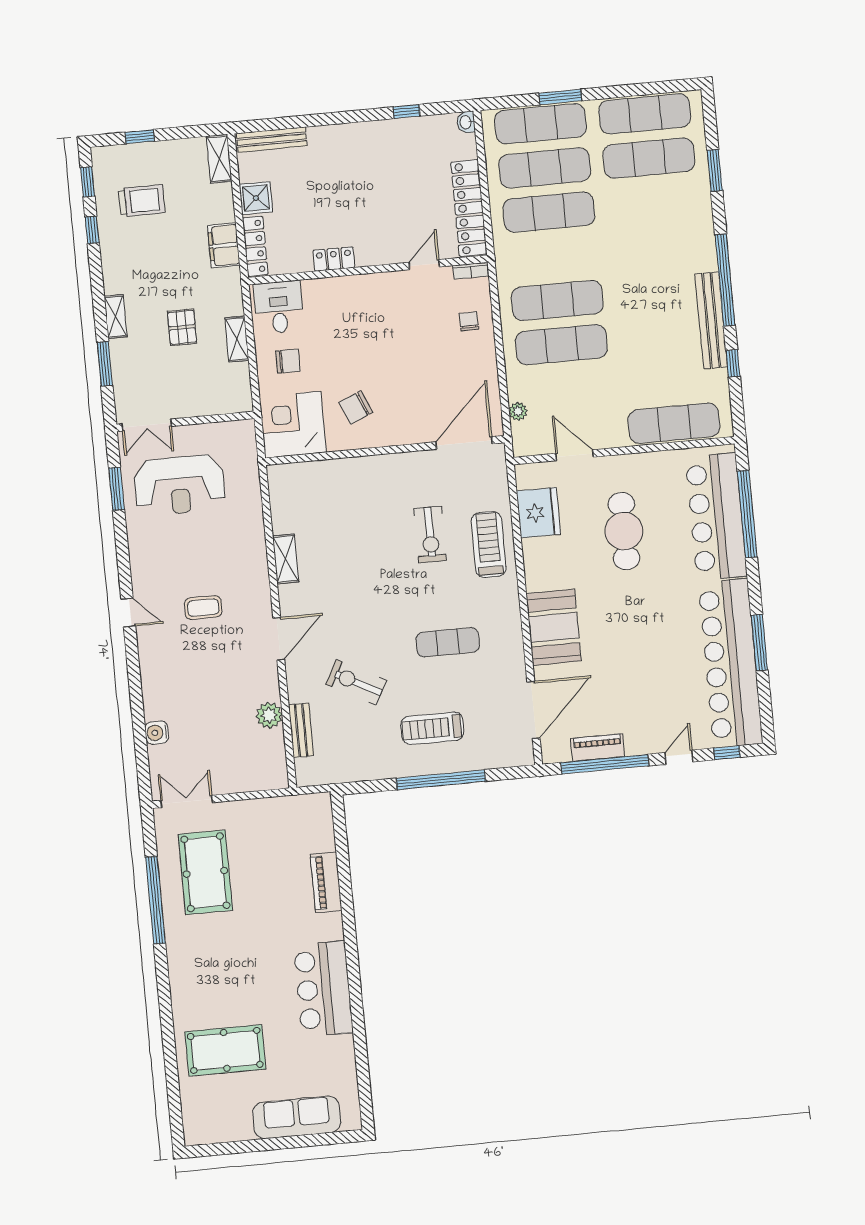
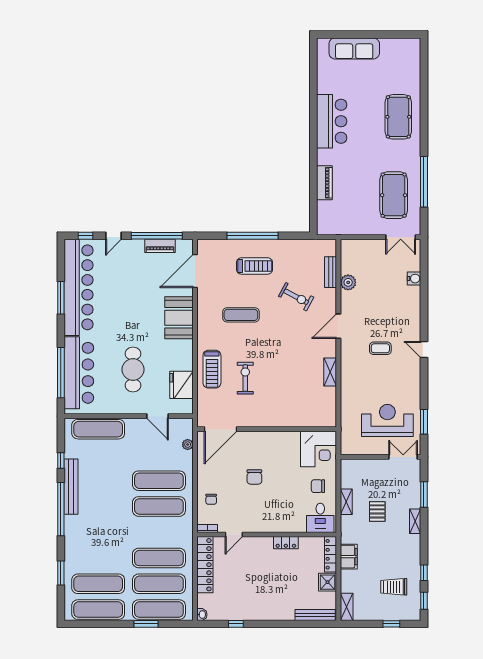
chair: (356, 407) -> (254, 477), moved, turned 113
pool table: (225, 1050) -> (398, 117), moved, turned 90

